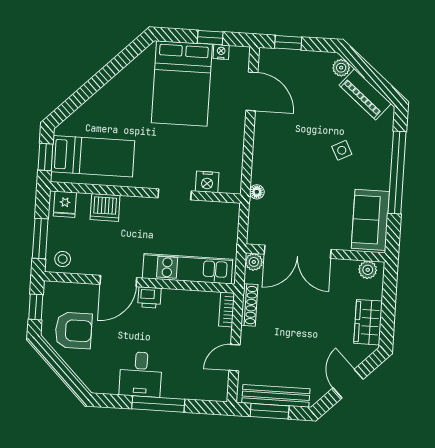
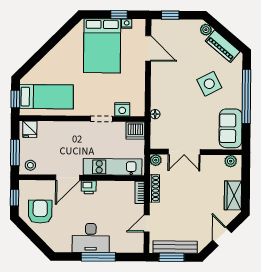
side table: (342, 150) -> (209, 84), width x1.87, depth x1.87
dishwasher: (105, 207) -> (135, 131), moved
double door: (298, 252) -> (184, 152), width x0.73
armchair: (74, 330) -> (40, 212), turned -90
desk: (141, 374) -> (91, 238), width x1.37

